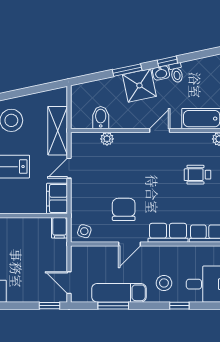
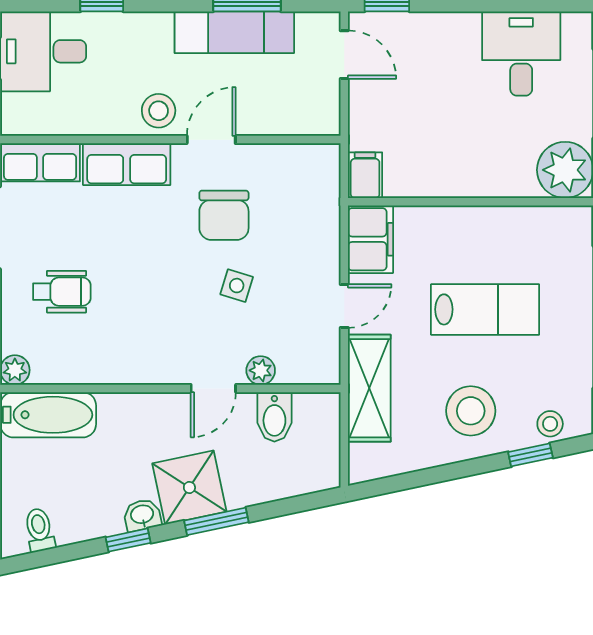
toilet: (176, 73) -> (39, 530), moved
door: (160, 131) -> (213, 388), moved
side table: (84, 231) -> (237, 286), moved
stool: (164, 283) -> (159, 111), moved

